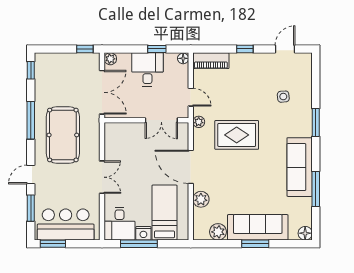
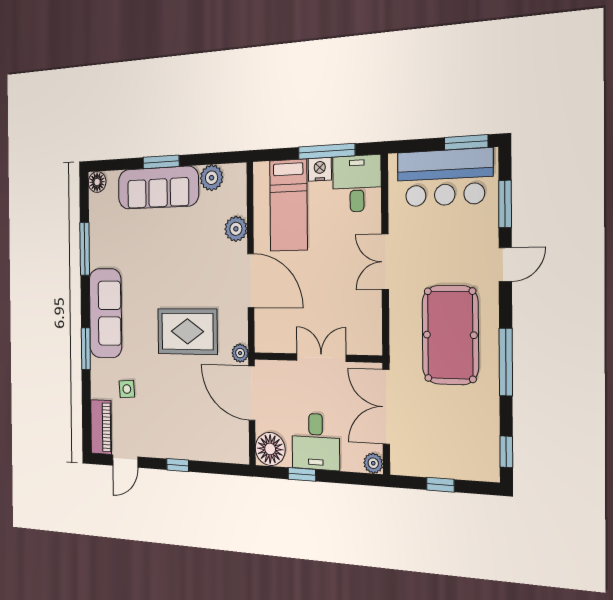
window: (85, 49) -> (440, 485), moved
floor lamp: (183, 58) -> (270, 449), width x1.89, depth x1.89
piano: (211, 61) -> (101, 427), moved, turned 90
door: (191, 97) -> (252, 393), width x1.88
double door: (161, 120) -> (321, 358), moved
sofa: (300, 167) -> (105, 313), moved

